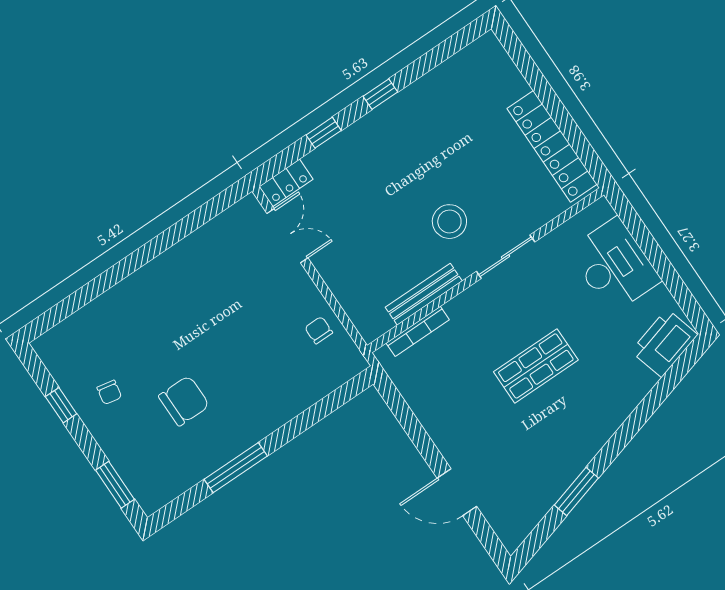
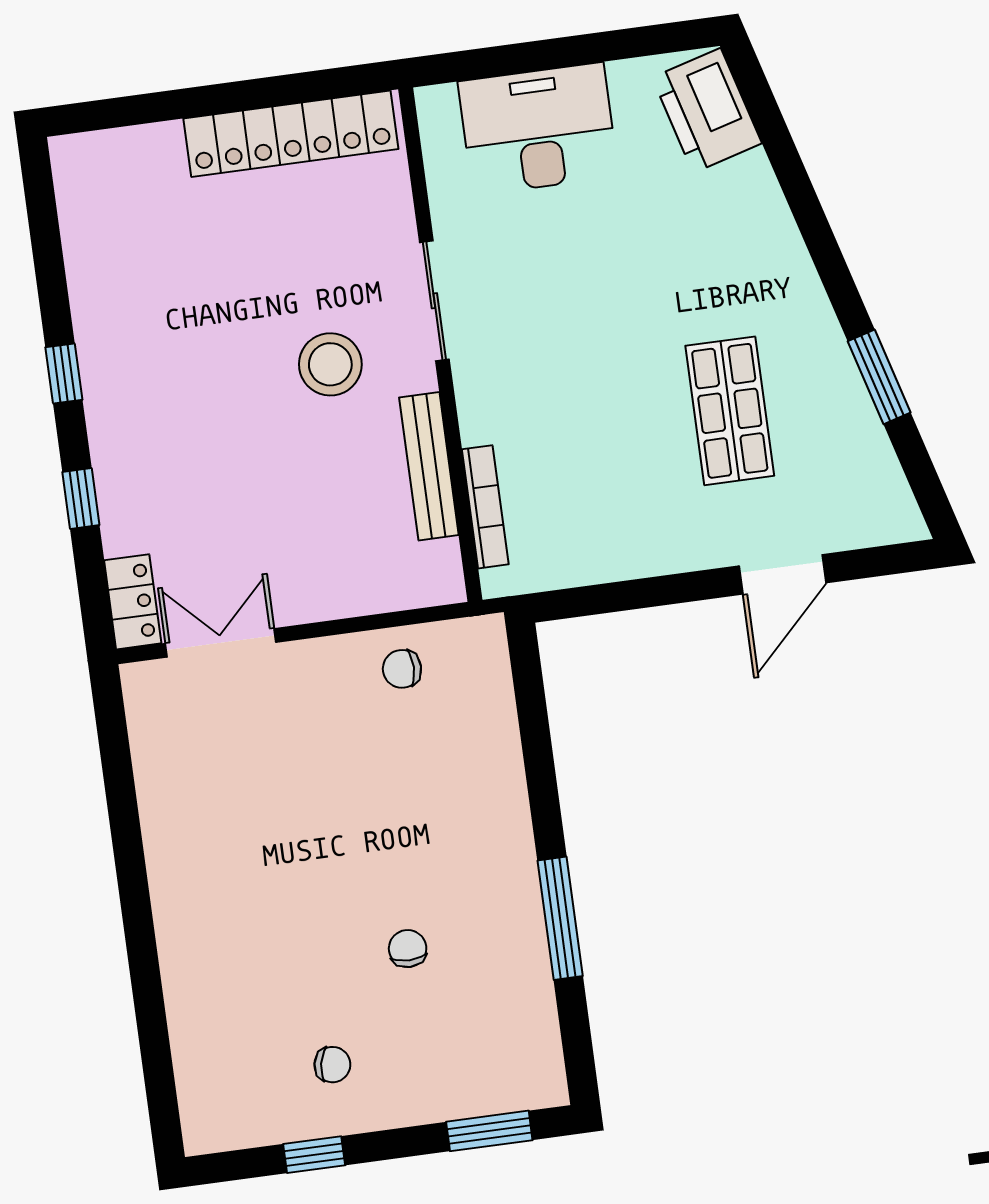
shop shelf: (536, 366) -> (730, 411), moved
chair: (184, 401) -> (408, 949), width x0.54, depth x0.54

